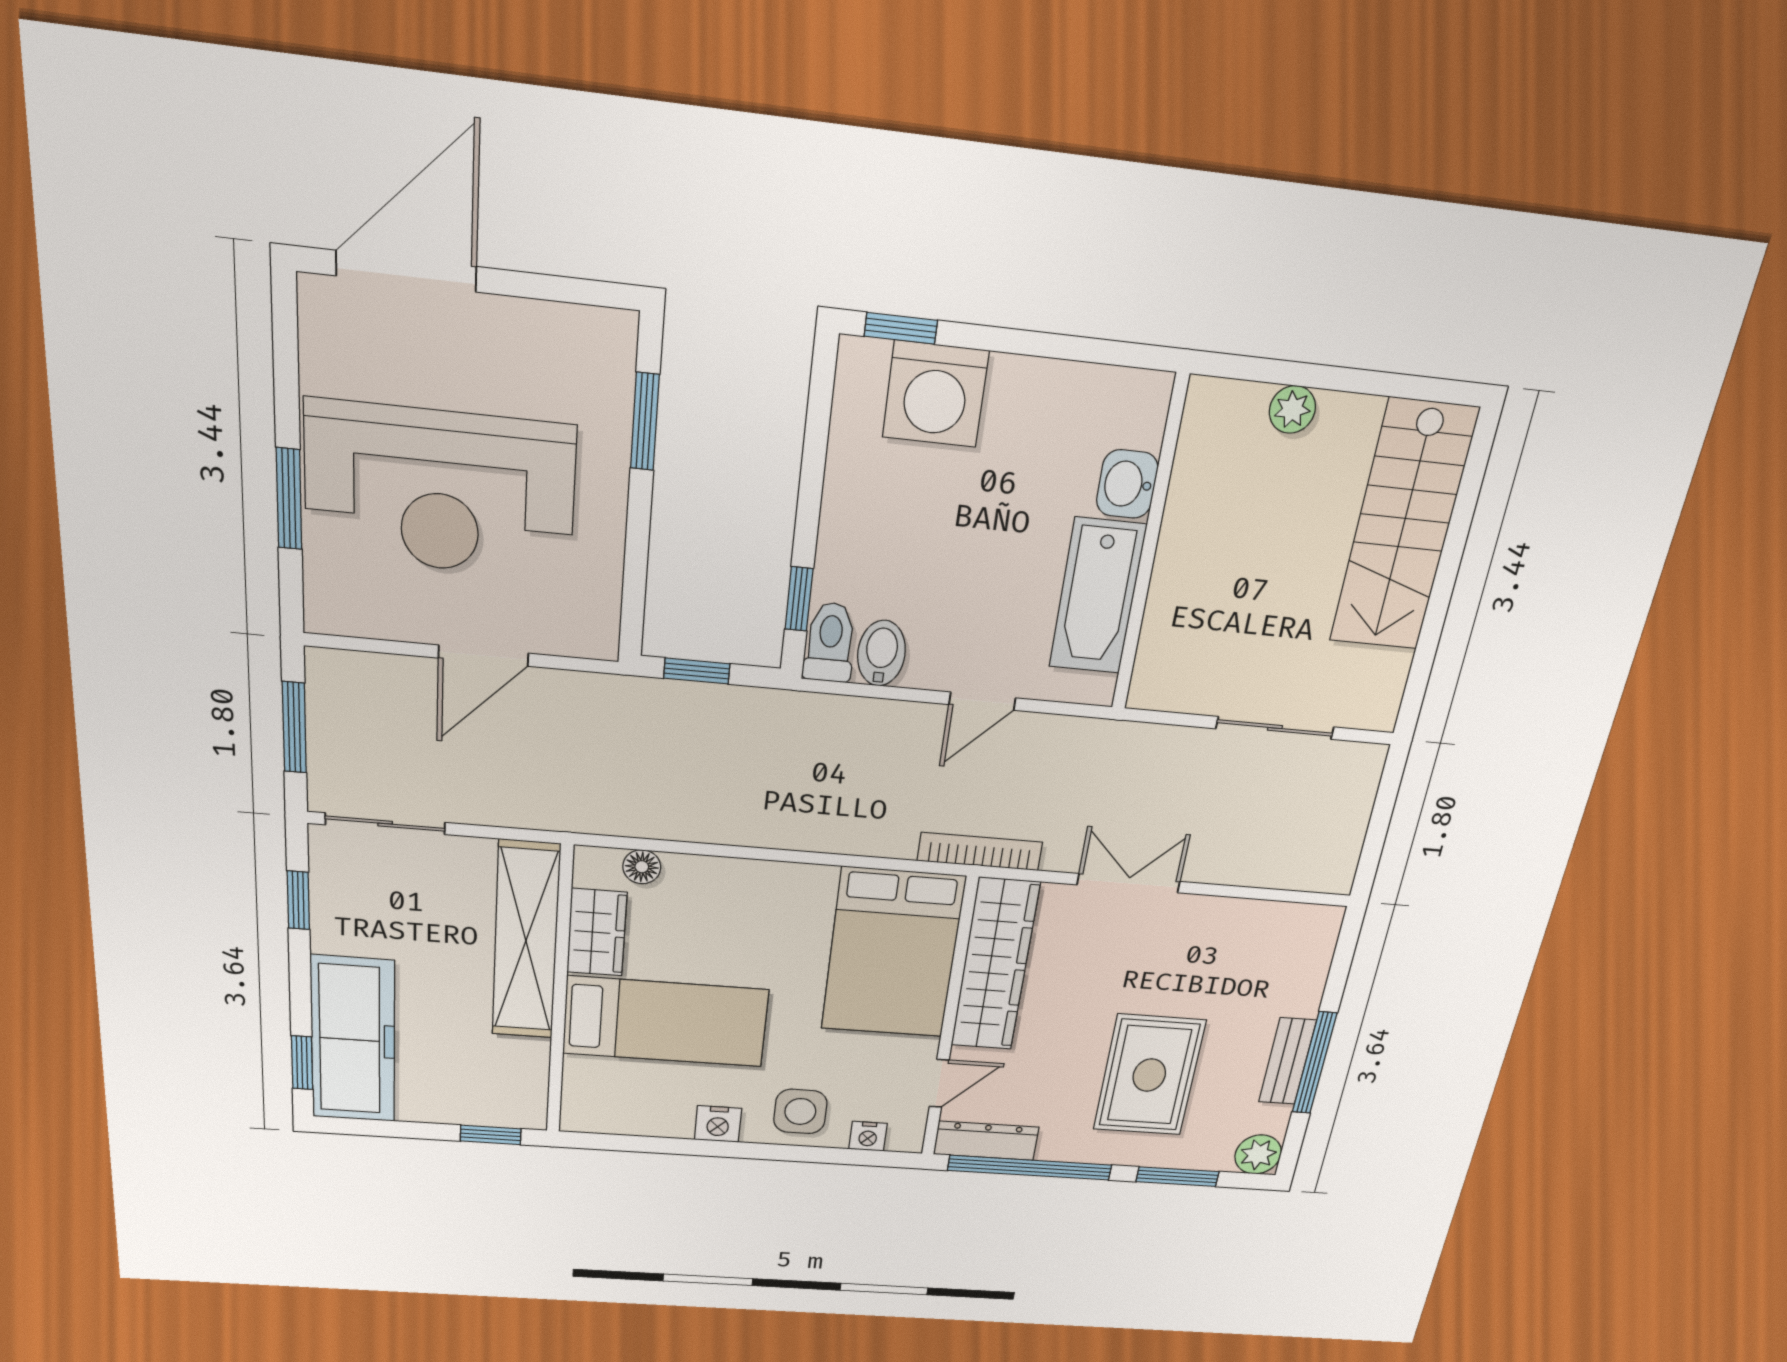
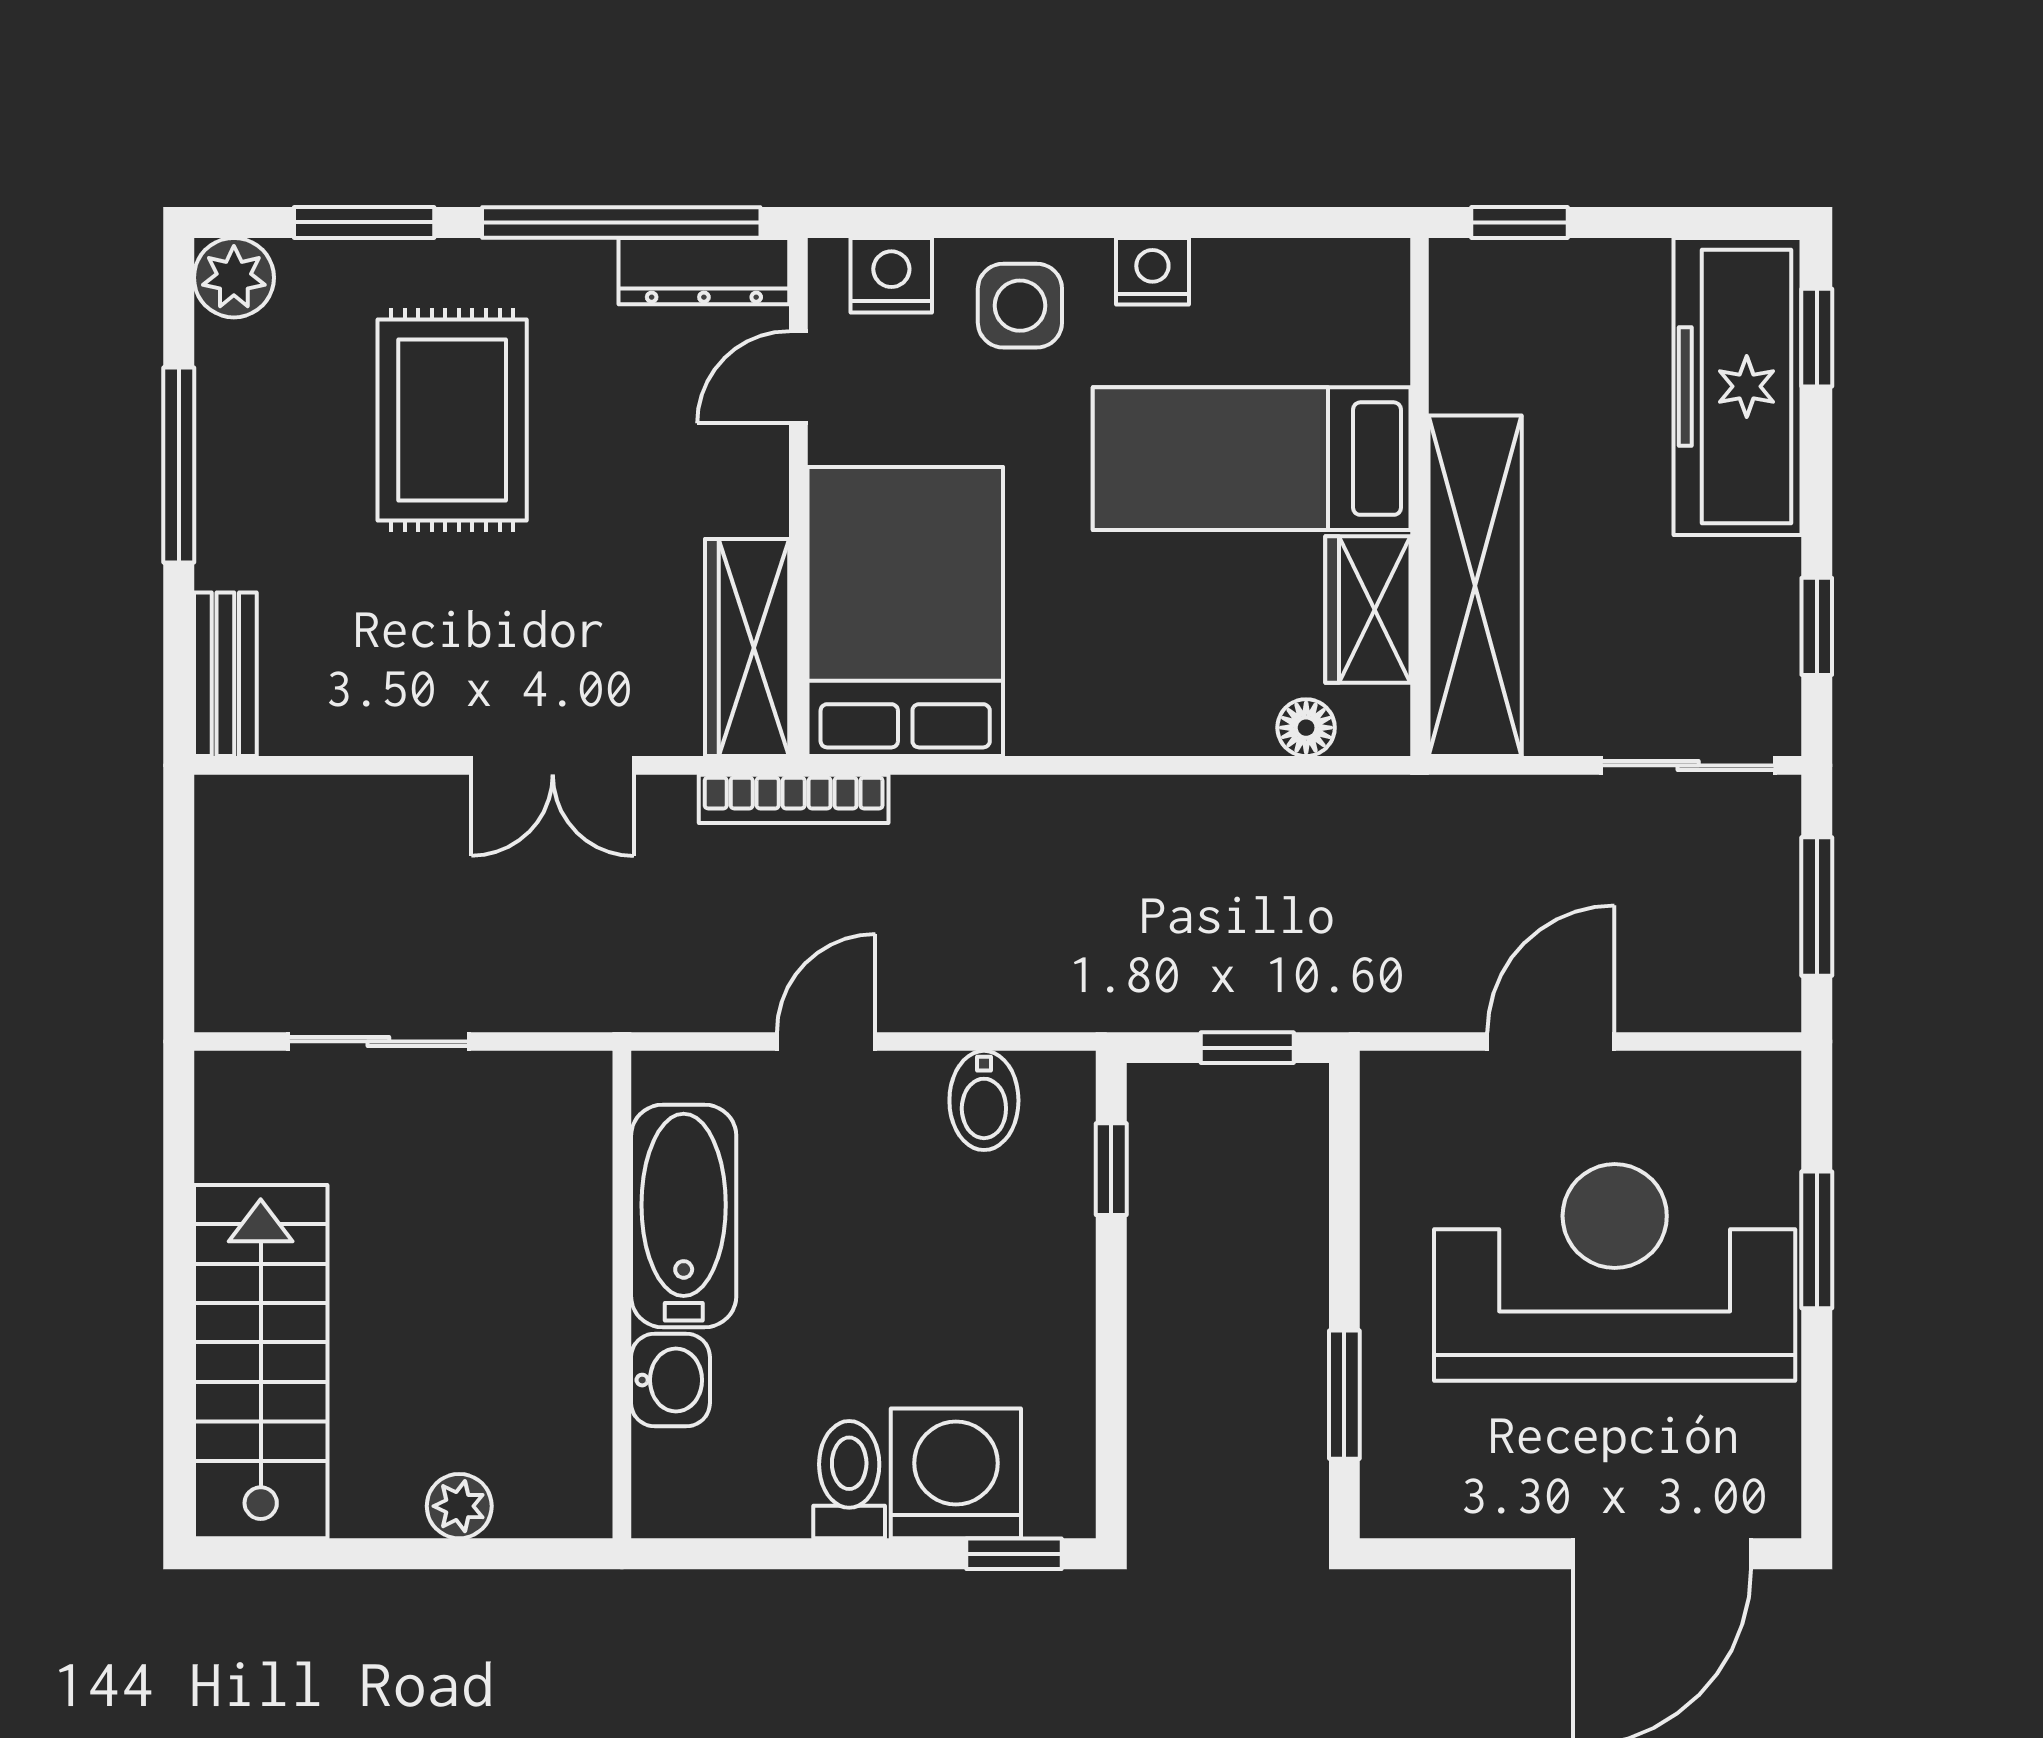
toilet: (830, 642) -> (849, 1480), moved, turned 180
wardrobe: (995, 965) -> (747, 648), width x0.71, depth x0.85
bench: (1287, 1061) -> (225, 674), moved
nightstand: (868, 1136) -> (891, 275), width x1.39, depth x1.35

